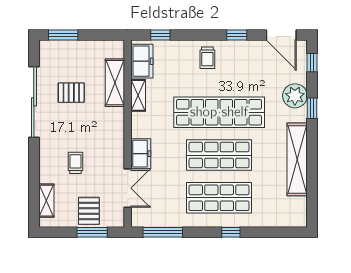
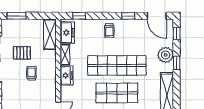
shelving: (115, 83) -> (50, 34), moved
freezer: (141, 154) -> (67, 76), moved
trolley: (75, 163) -> (31, 73), moved

